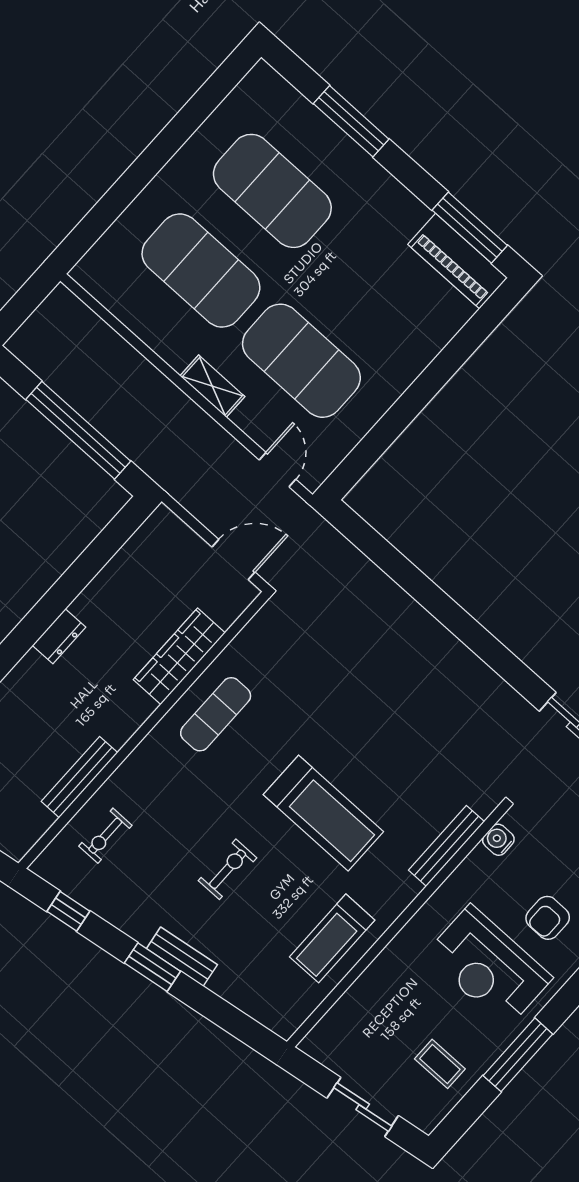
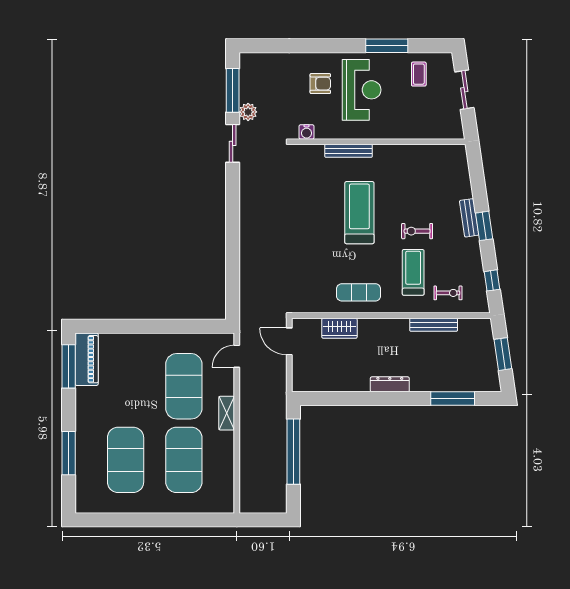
dresser: (59, 636) -> (390, 384), width x1.44
wardrobe: (179, 656) -> (339, 328), width x0.67
bench: (446, 846) -> (349, 151), moved
treadmill: (332, 938) -> (413, 272), moved, turned -90

